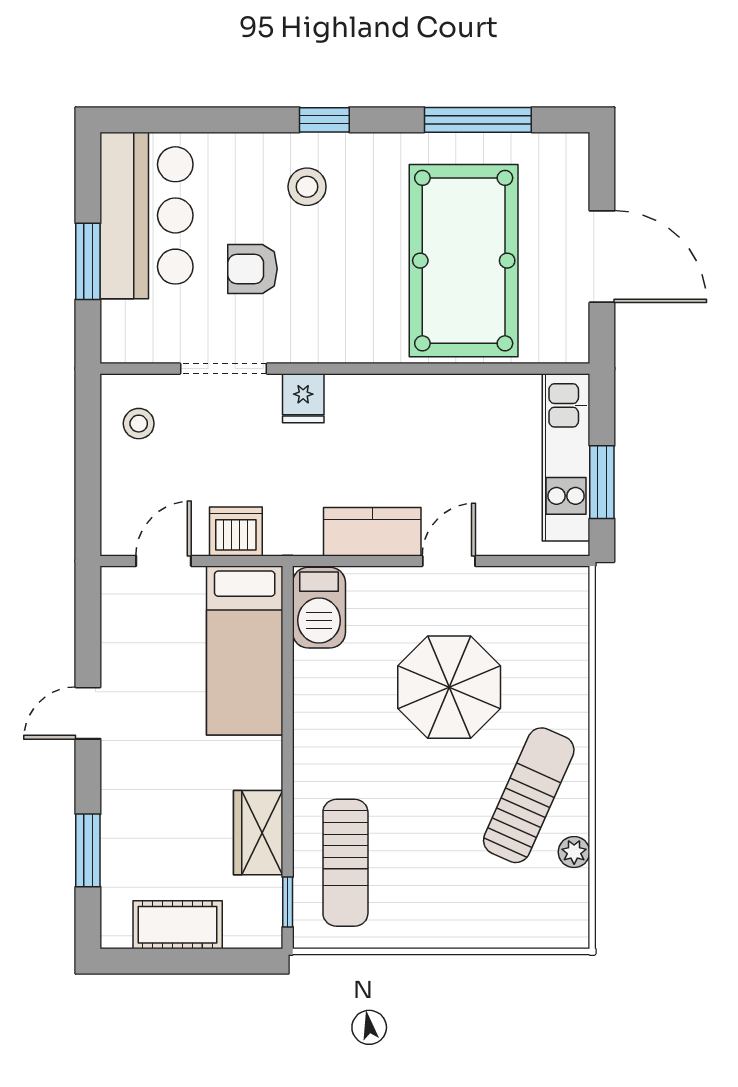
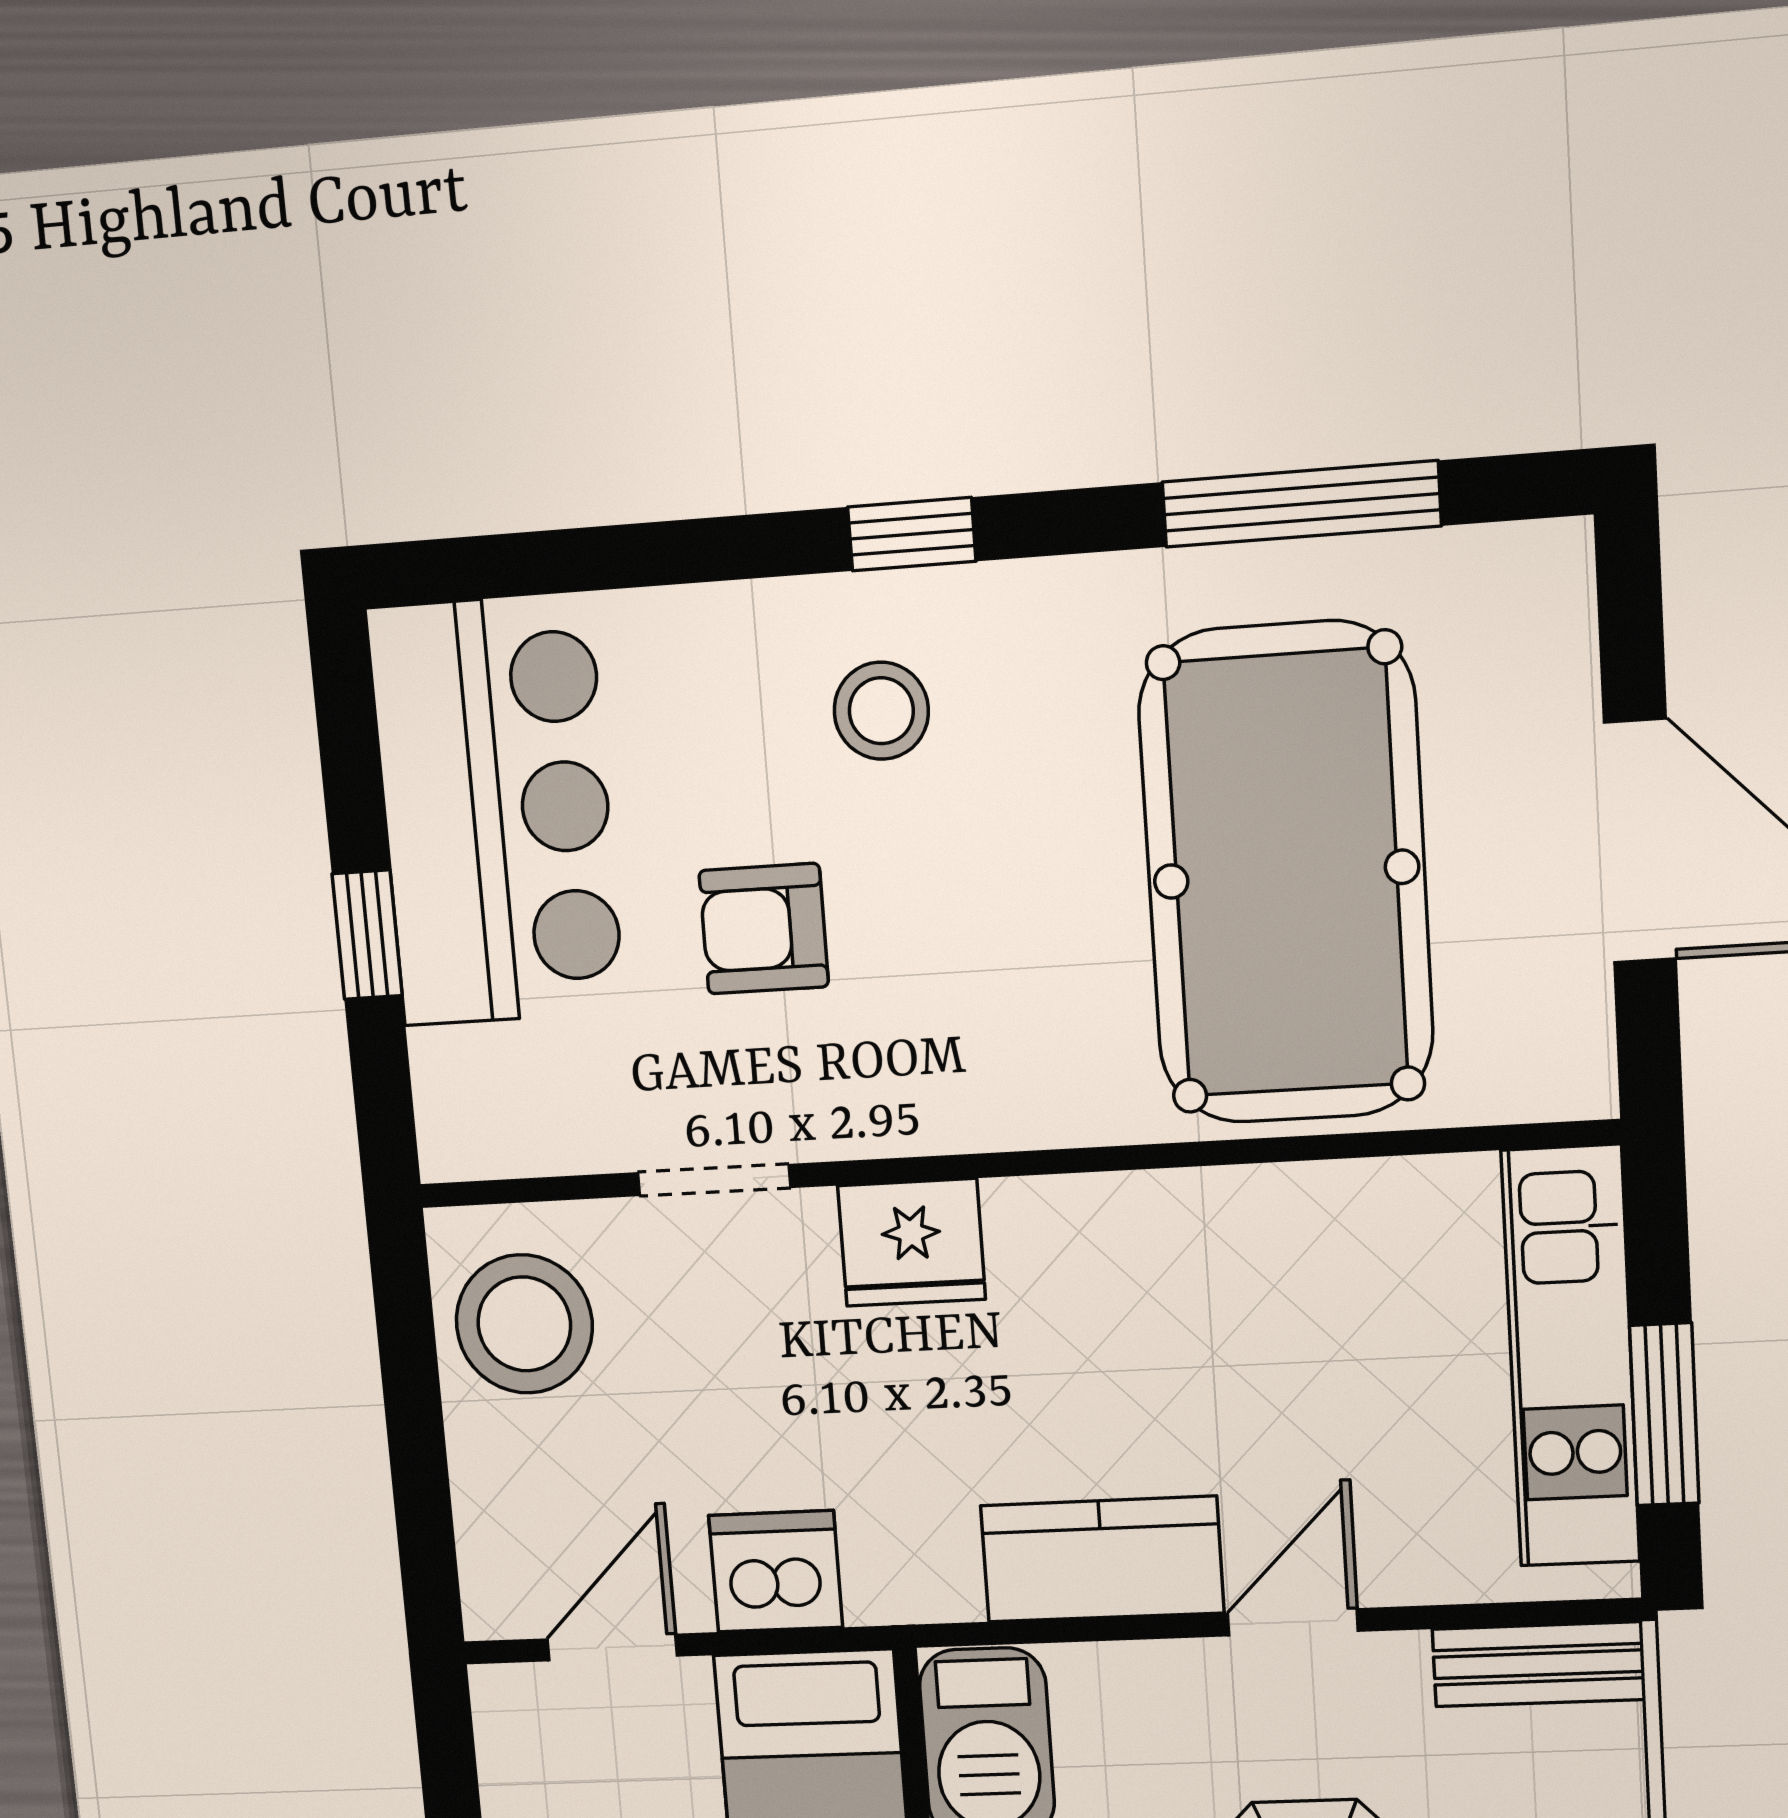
window: (88, 261) -> (367, 935), width x0.67
doorway: (224, 369) -> (714, 1180), width x0.73
fridge: (303, 398) -> (912, 1243), width x1.38
stool: (139, 424) -> (524, 1324), width x1.89, depth x1.89
bench: (547, 582) -> (1539, 1664), added

